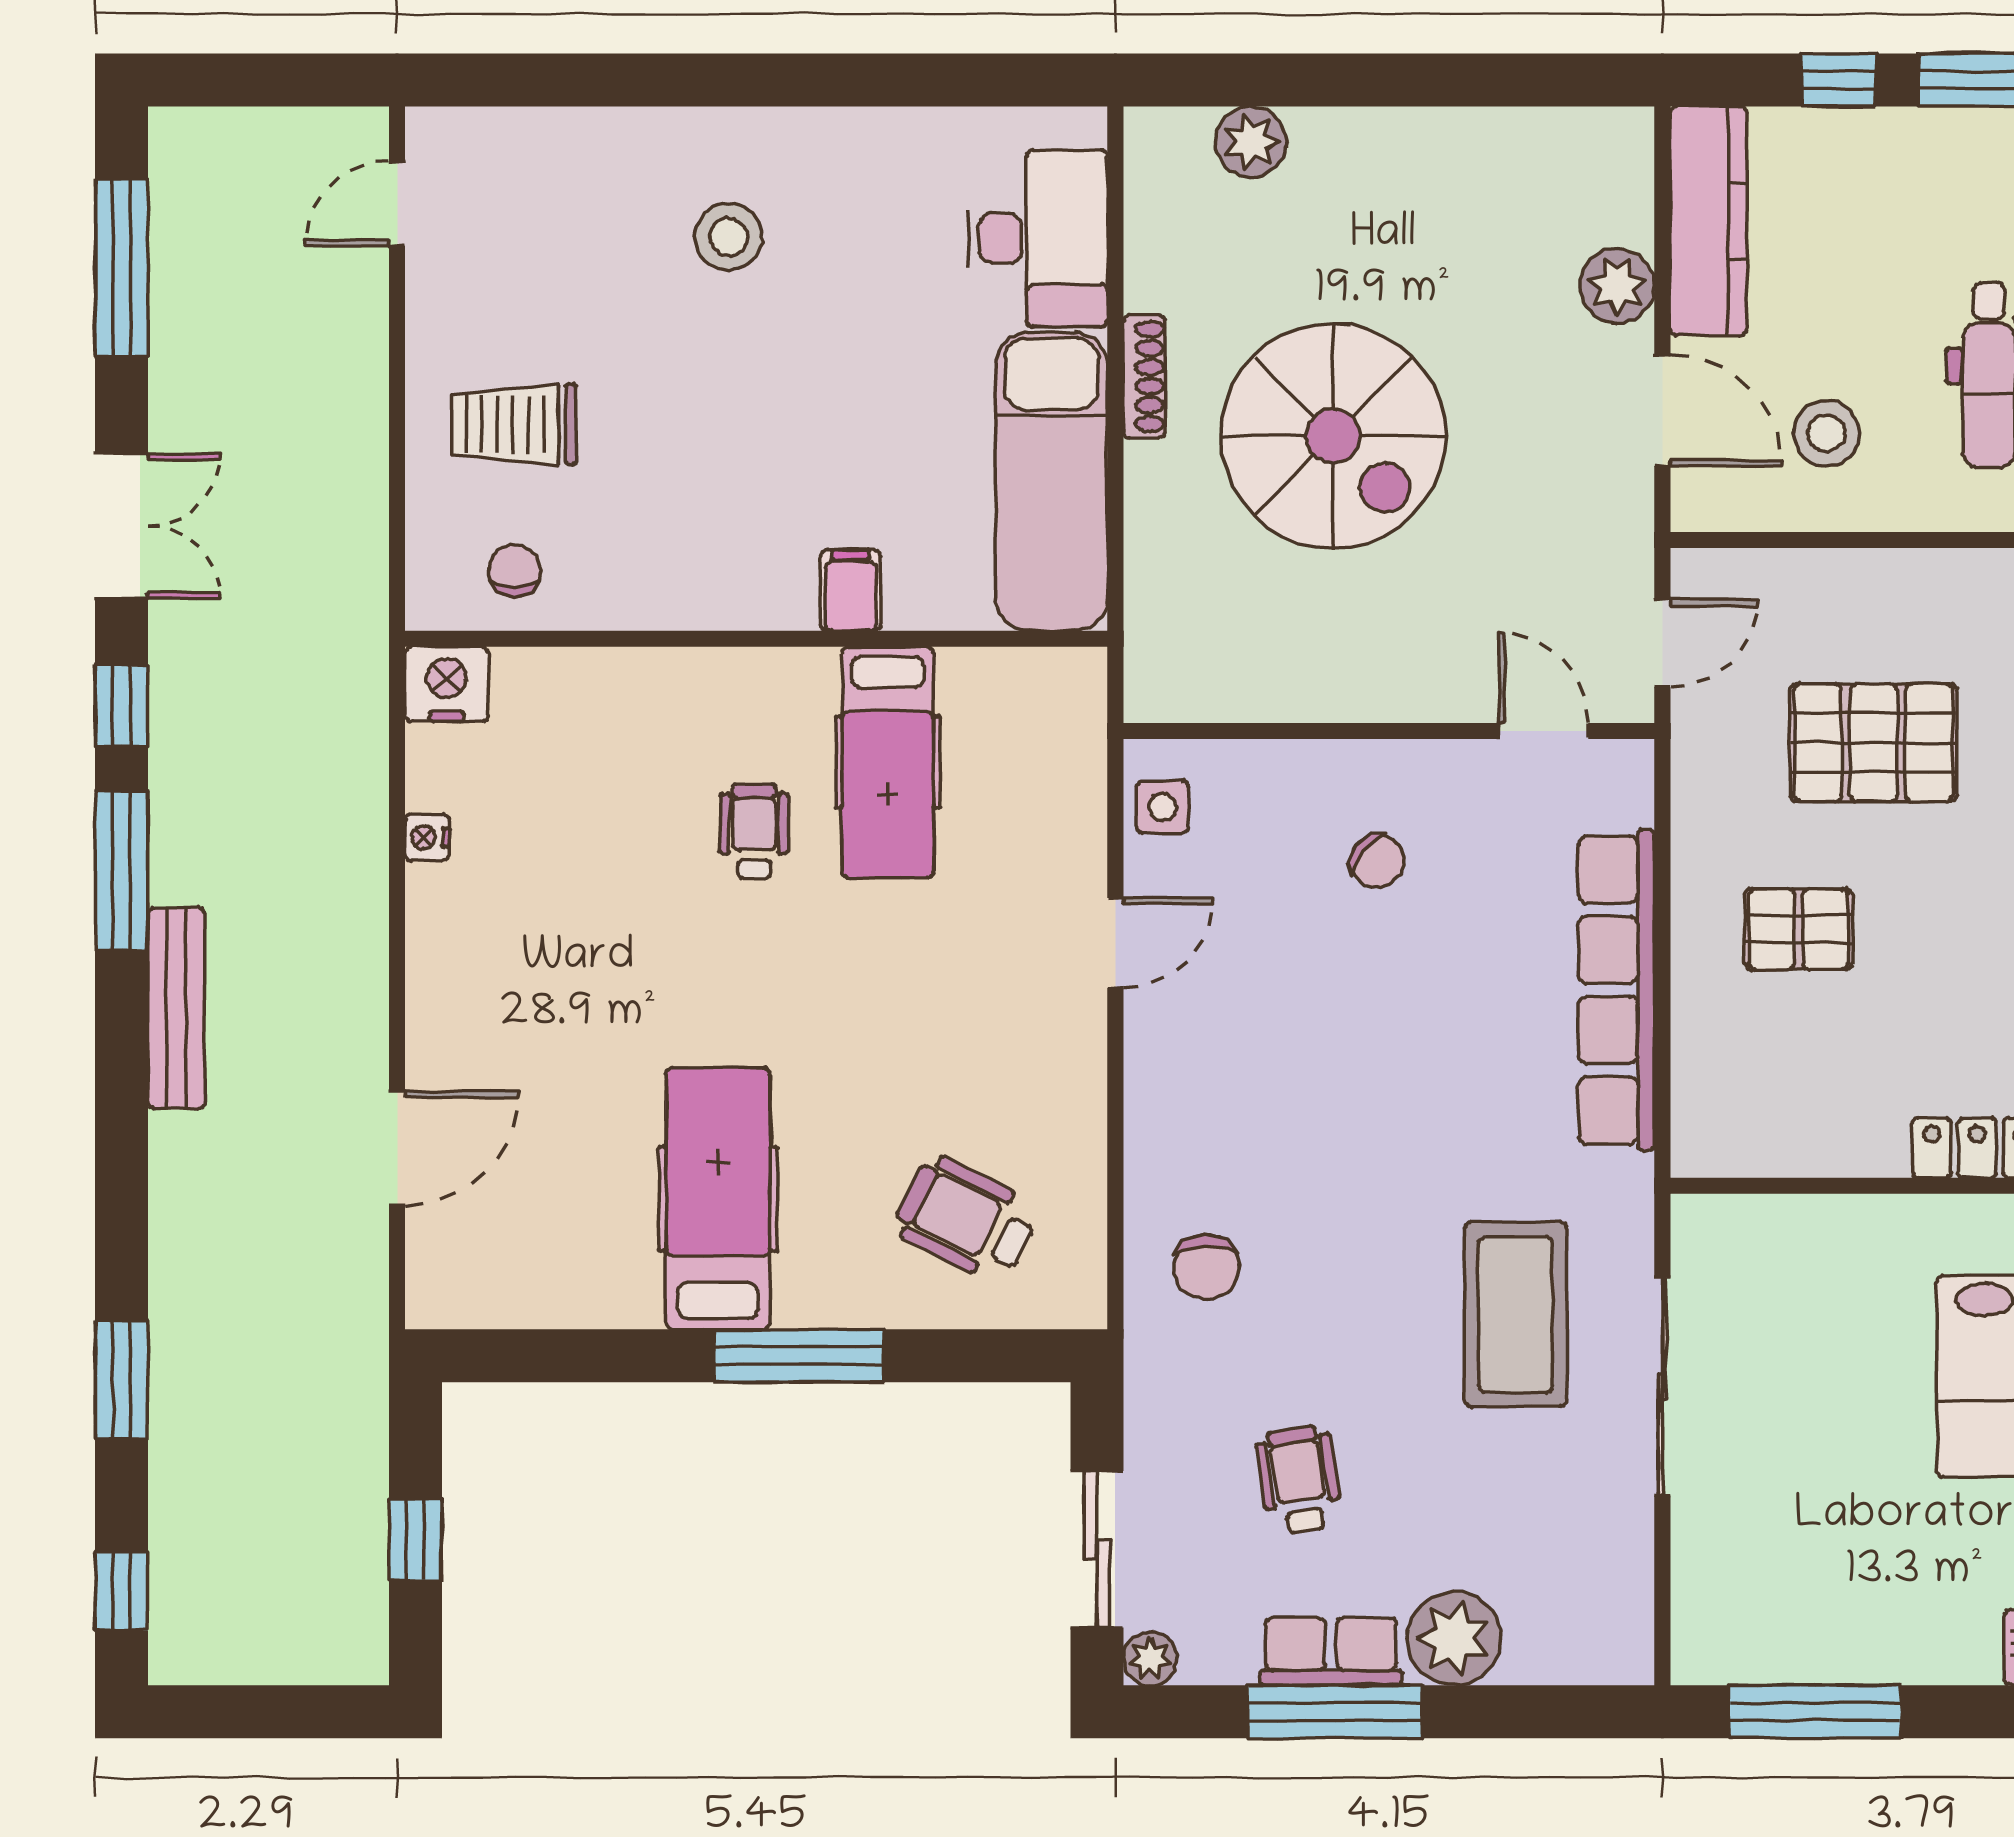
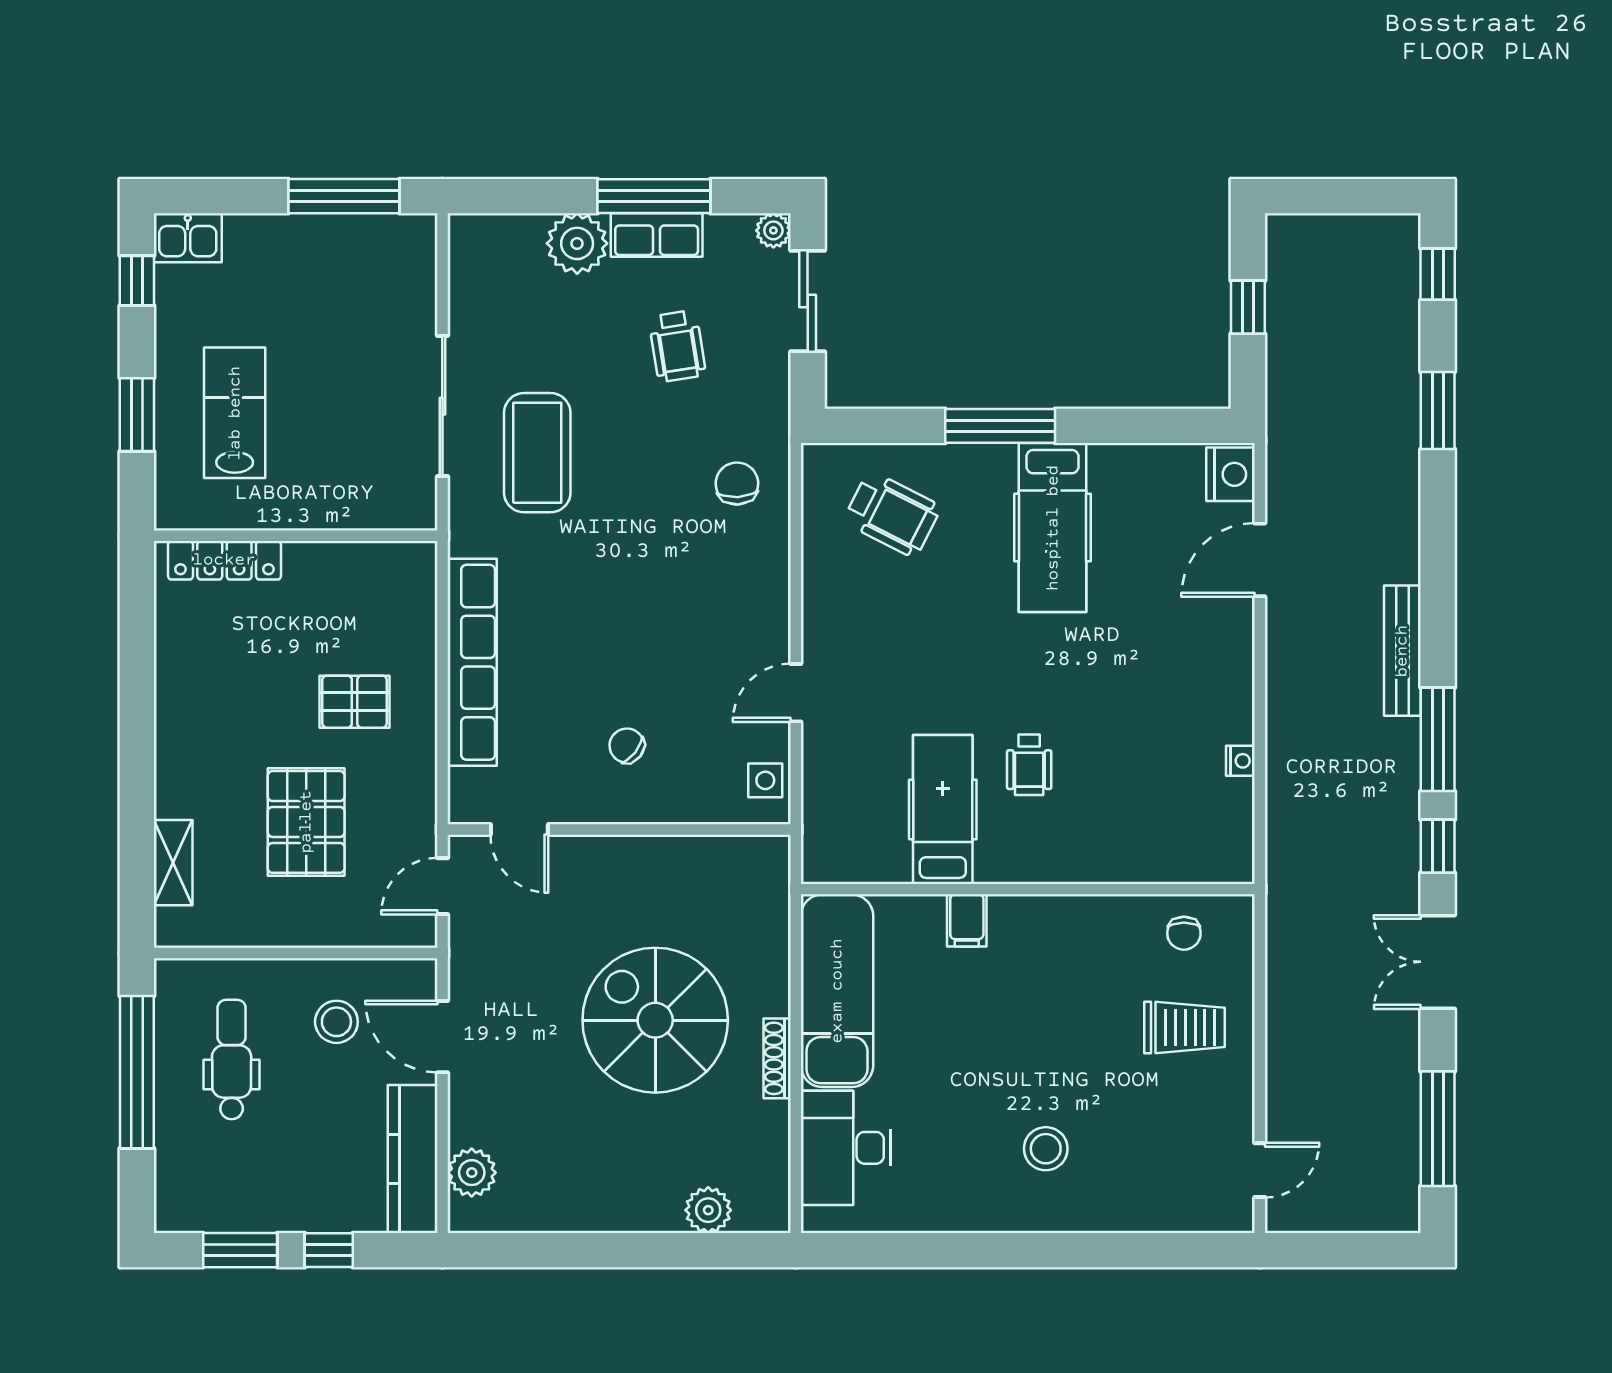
plant: (1617, 286) -> (472, 1173), moved
nightstand: (447, 684) -> (1230, 474), moved, turned -90
pallet: (1873, 743) -> (306, 822), turned 90

